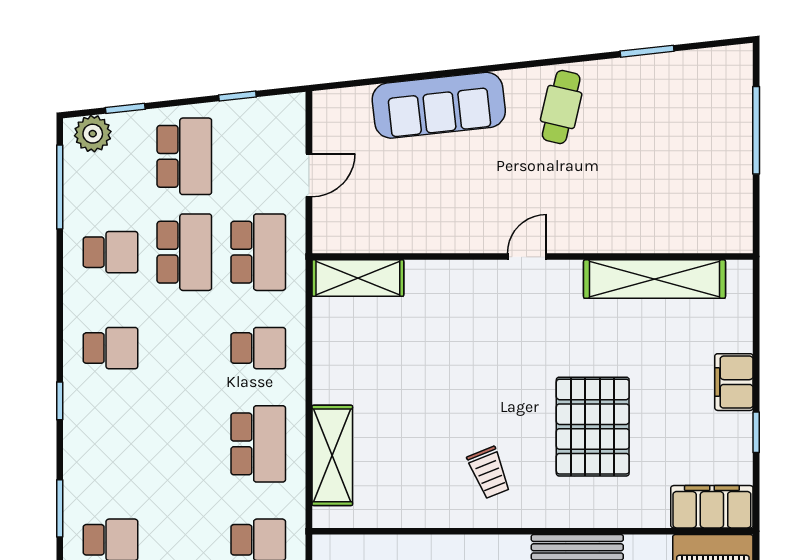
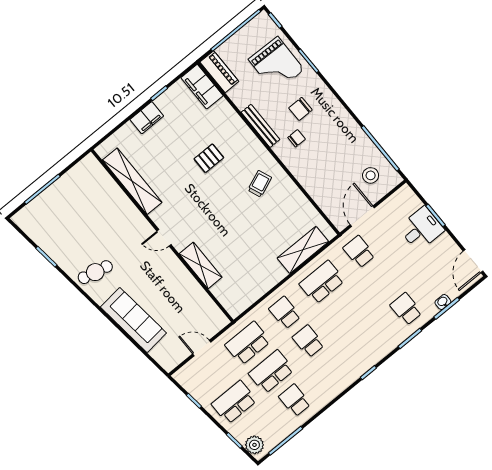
shelving: (358, 278) -> (201, 265), moved
school desk: (110, 348) -> (308, 341), moved
pallet: (593, 427) -> (209, 158), width x0.49, depth x0.50

